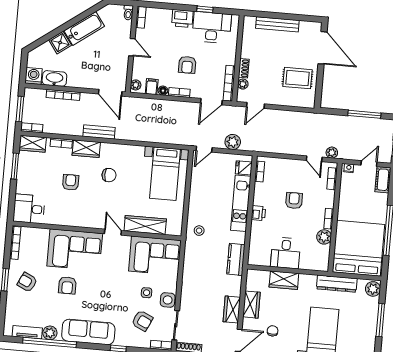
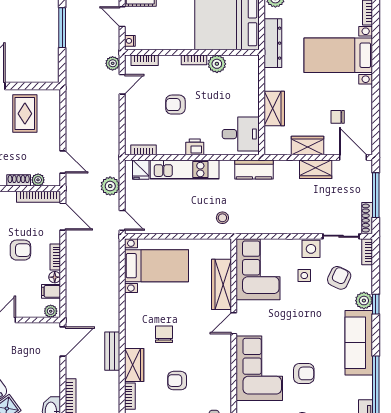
desk: (286, 253) -> (241, 134), moved
plant: (50, 333) -> (364, 301), moved

